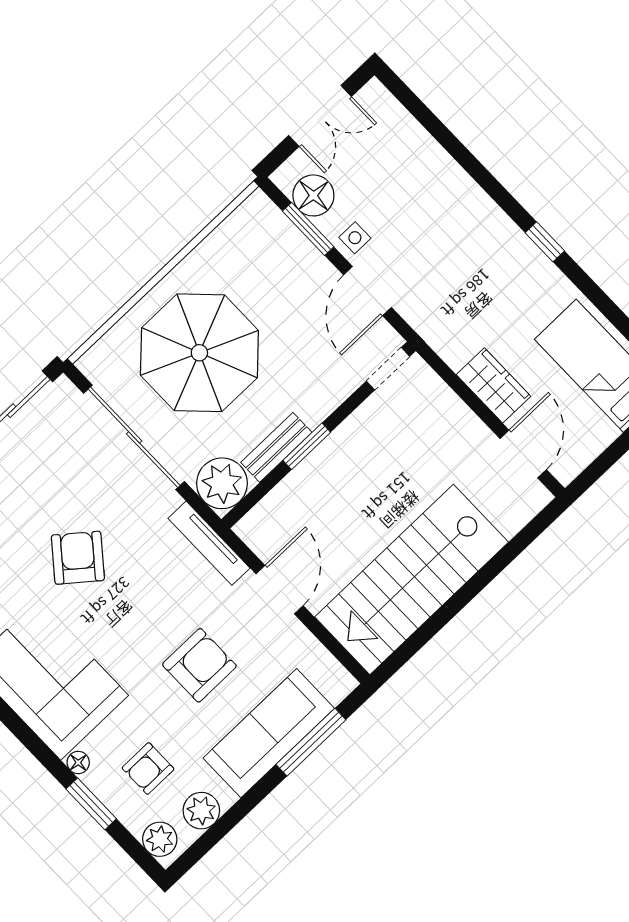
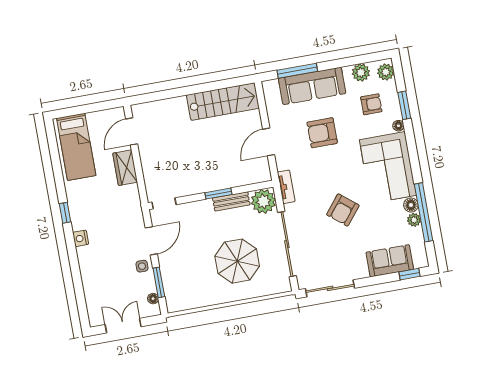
floor lamp: (313, 195) -> (153, 299), width x0.53, depth x0.53
nightstand: (490, 216) -> (81, 238), added
parasol: (199, 353) -> (237, 261), width x0.73, depth x0.73
tv unit: (209, 543) -> (286, 187), width x0.71
stairs: (412, 579) -> (223, 102), width x0.73, depth x0.66

